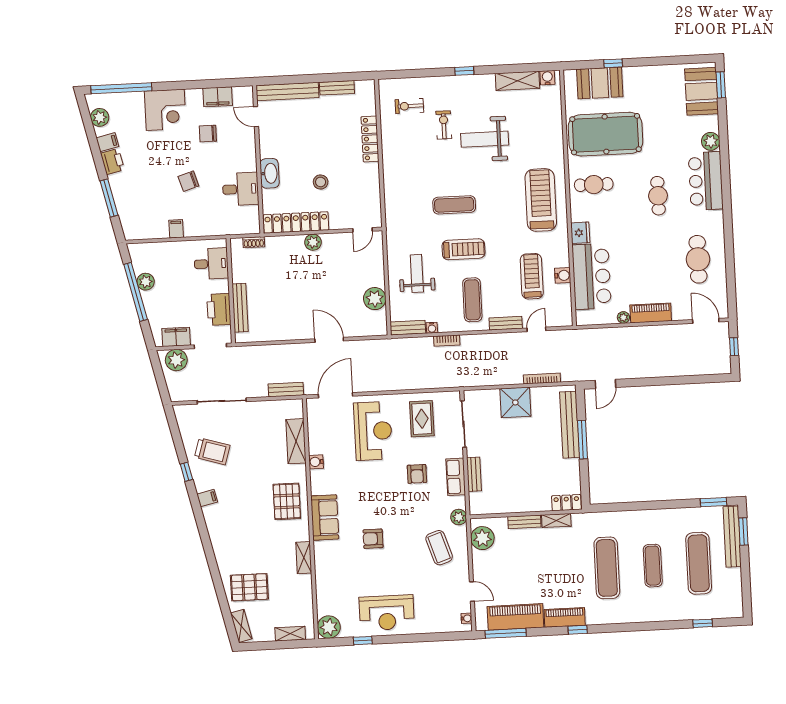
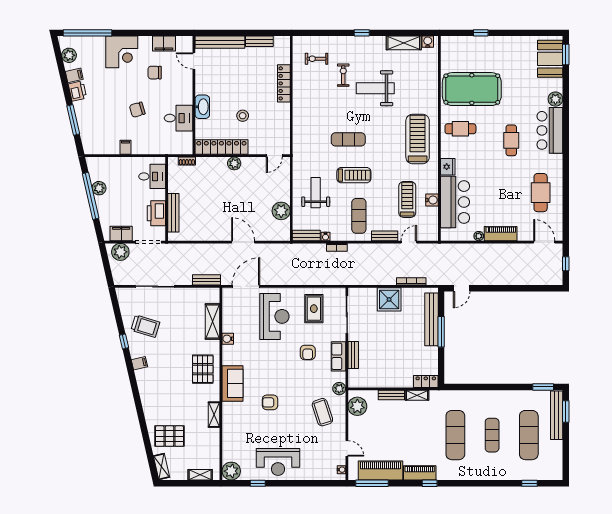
booth: (600, 83) -> (469, 48), removed

